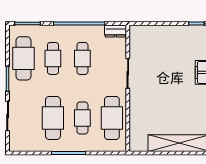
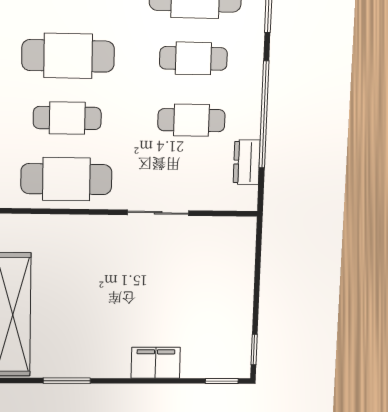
dresser: (115, 31) -> (247, 162), moved

